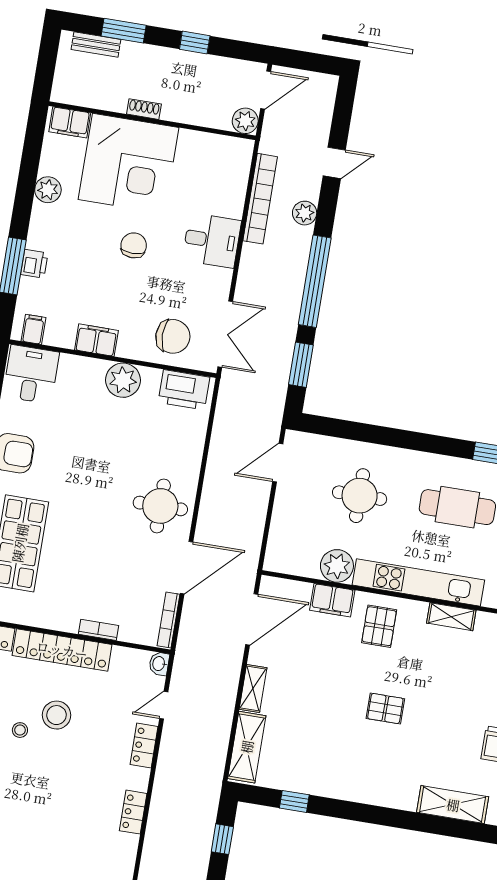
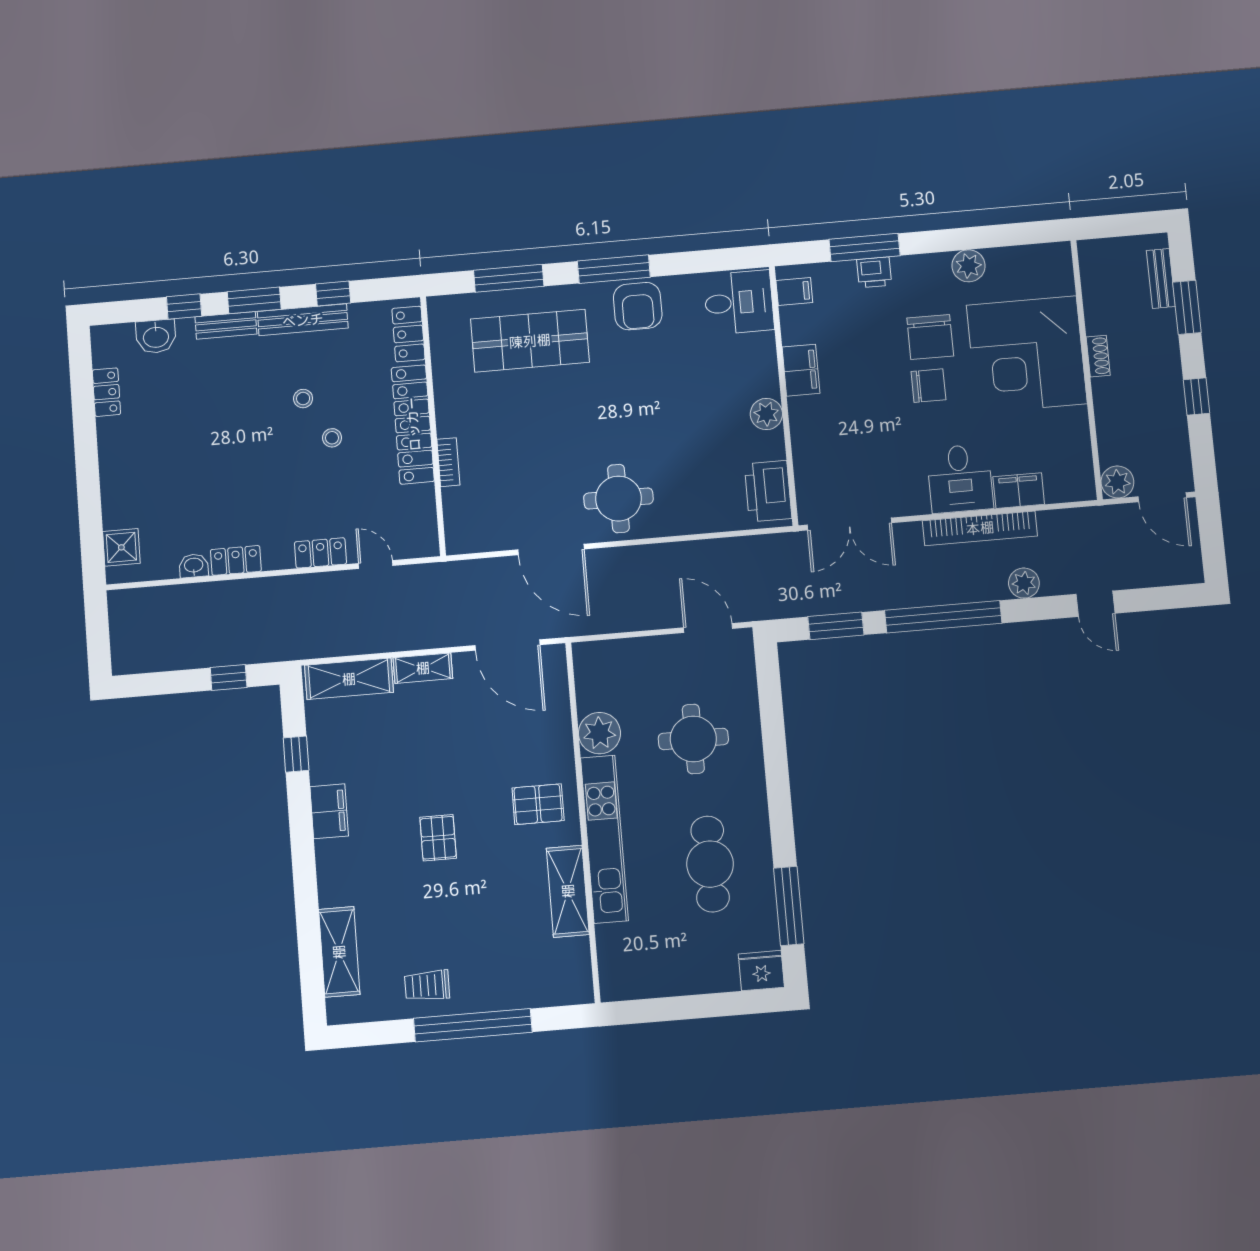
filing cabinet: (70, 122) -> (1019, 491), moved, turned 90
bookcase: (260, 199) -> (980, 528), moved
chair: (173, 336) -> (930, 337), moved
plant: (123, 380) -> (766, 414), width x0.73, depth x0.73
filing cabinet: (332, 600) -> (329, 811), moved, turned 180
shelving: (451, 617) -> (568, 891), width x1.50, depth x1.33
bookcase: (168, 620) -> (481, 544), removed
washbasin: (159, 664) -> (194, 566), moved
stool: (57, 715) -> (332, 438), width x0.53, depth x0.53

